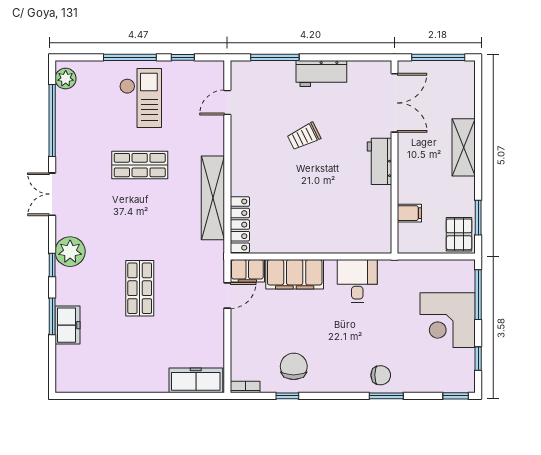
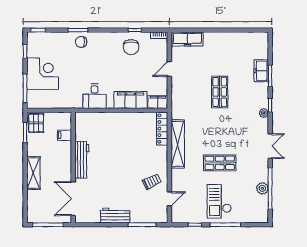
plant: (66, 79) -> (262, 188), moved
trolley: (304, 136) -> (152, 181), moved
workbench: (379, 161) -> (82, 160), width x1.38
plant: (70, 252) -> (264, 113), width x0.53, depth x0.53
door: (227, 295) -> (169, 69), moved

